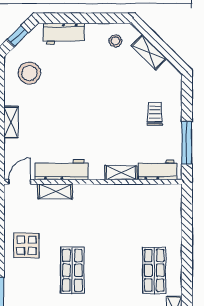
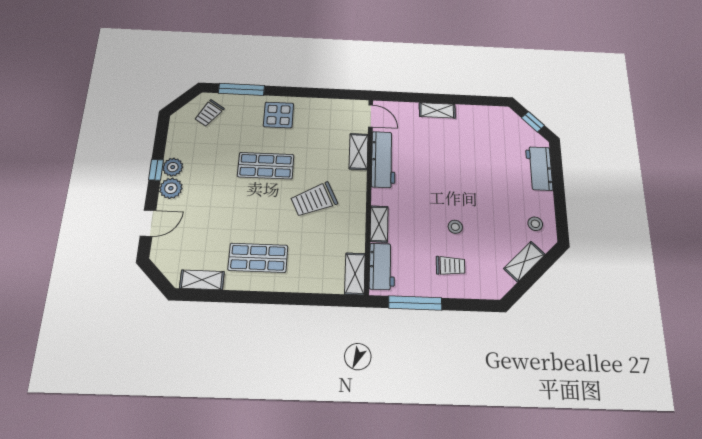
stool: (29, 73) -> (455, 227), moved, width x0.53, depth x0.53
shelving: (165, 192) -> (355, 274), added
trolley: (102, 228) -> (314, 200), added
display table: (26, 245) -> (279, 115), moved

